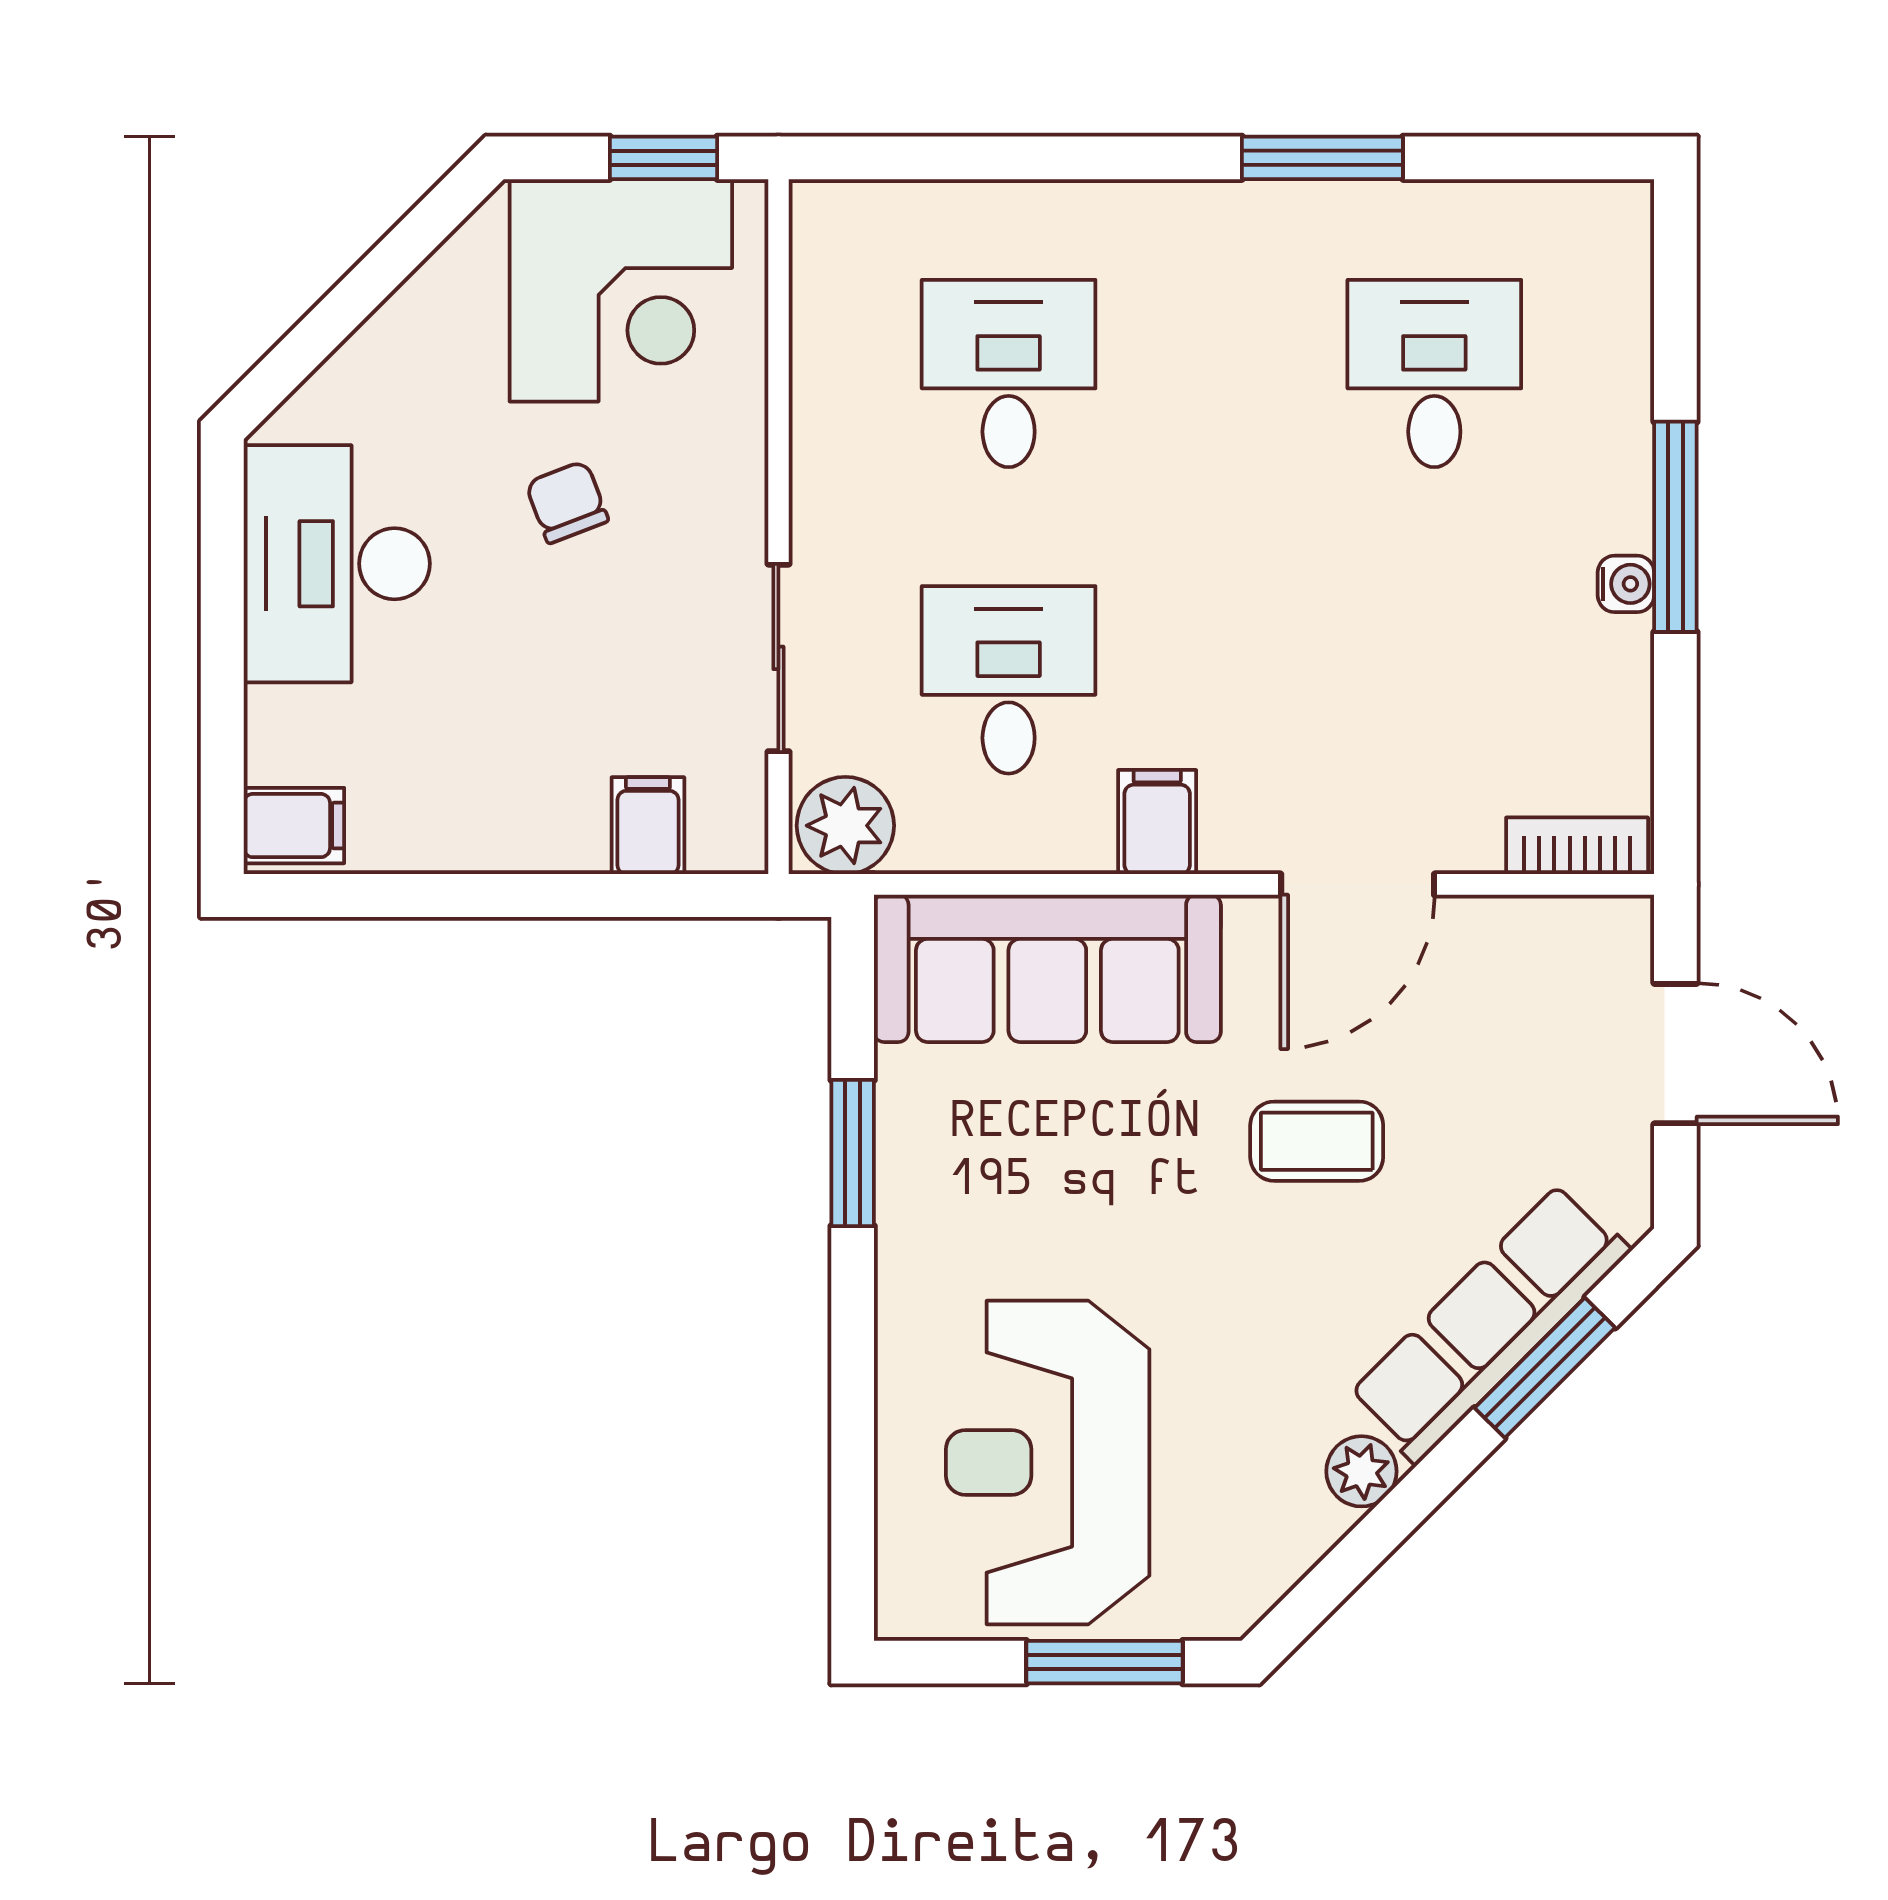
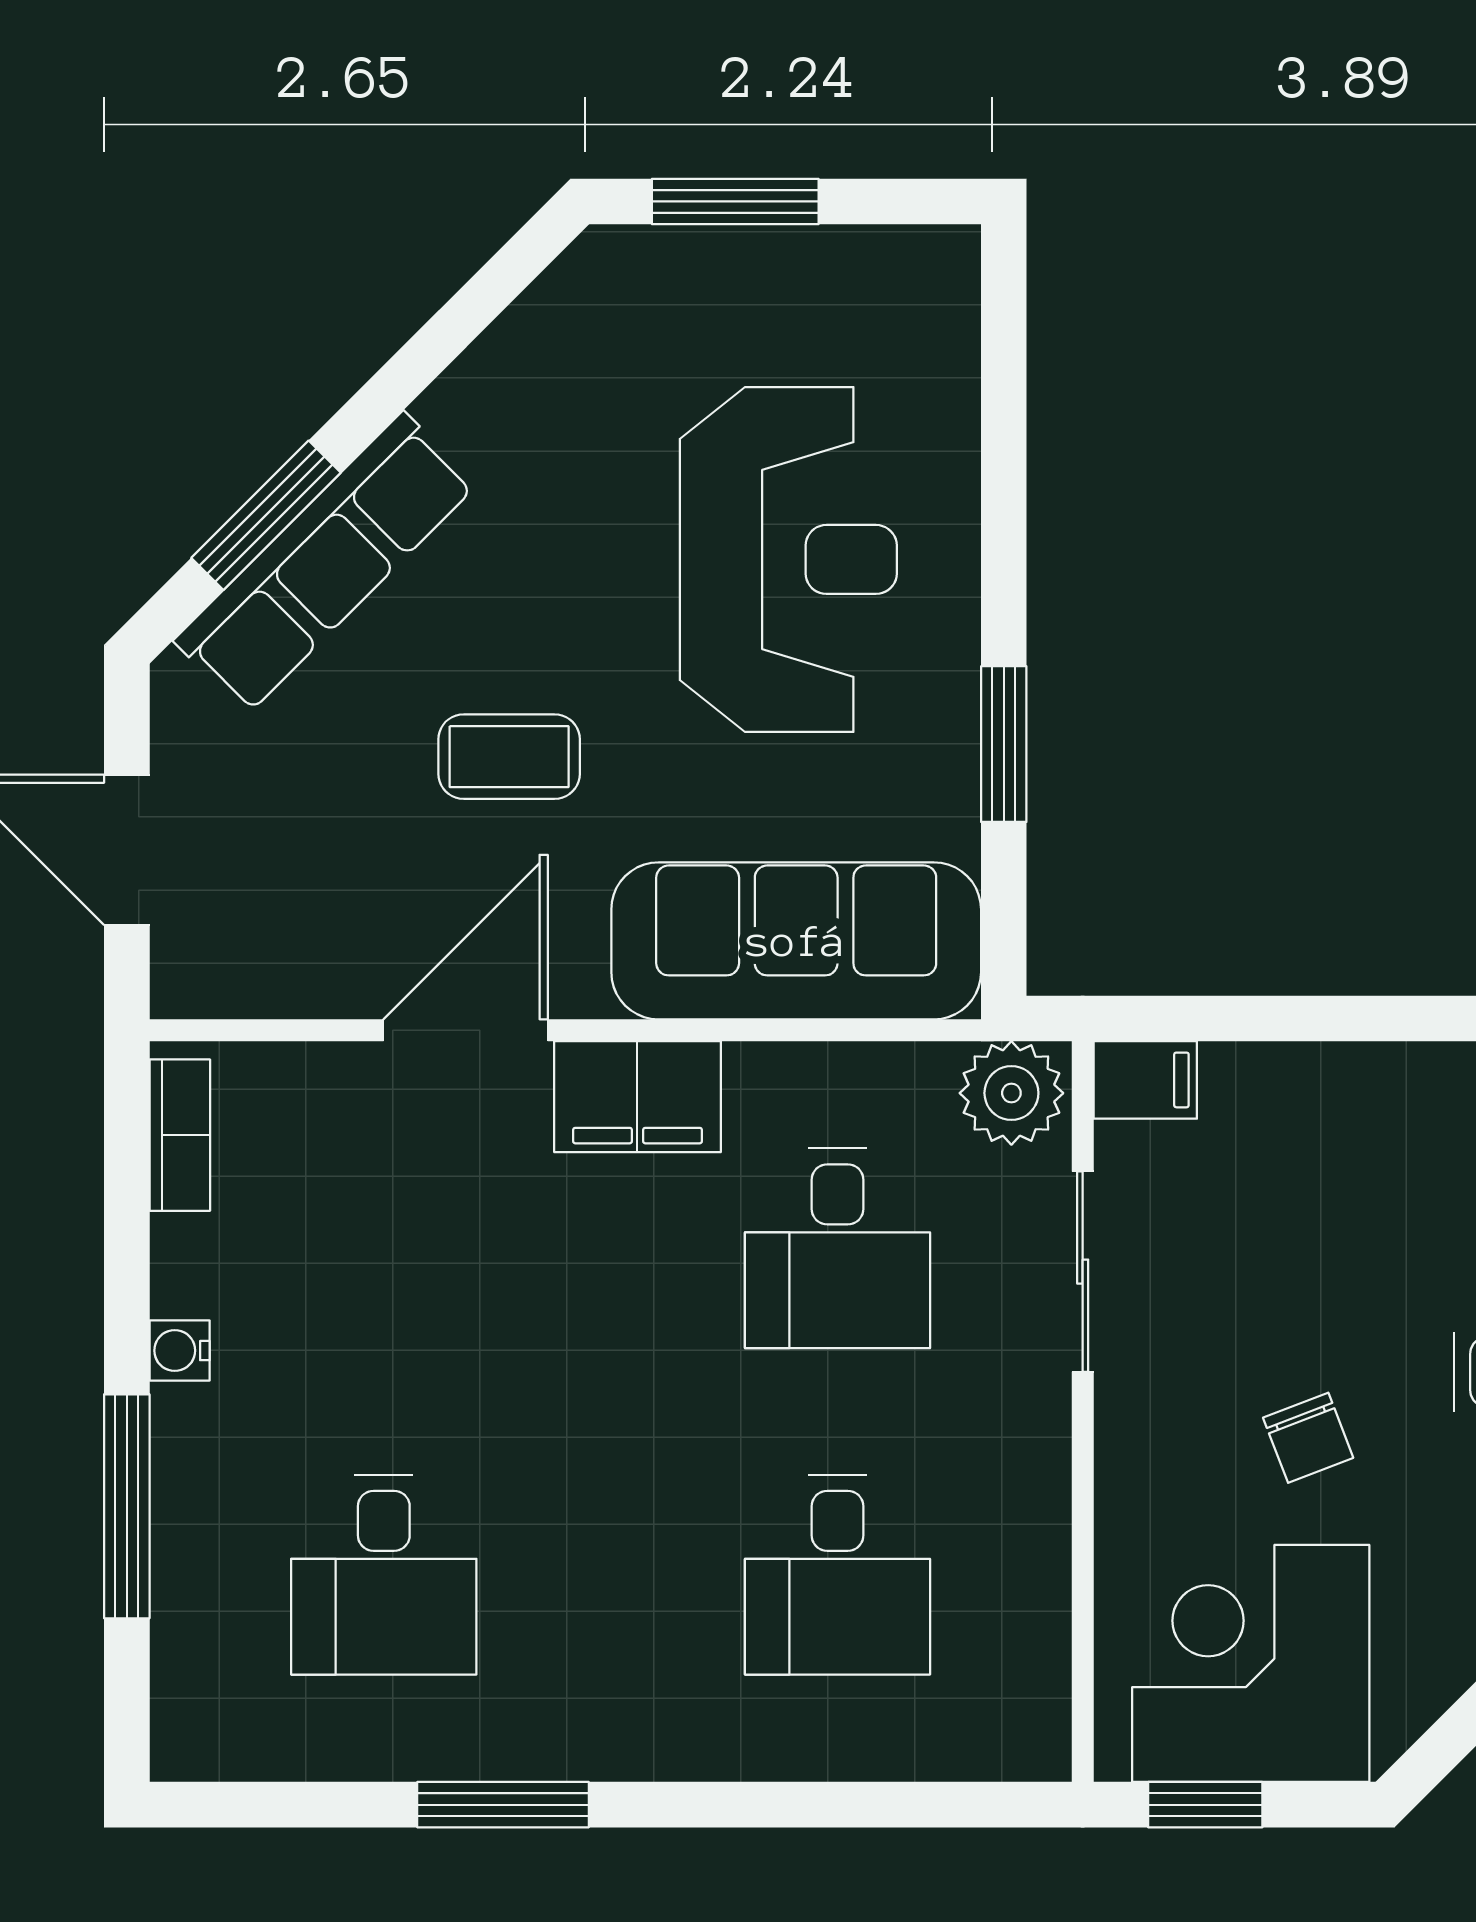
window: (1675, 527) -> (127, 1506), moved
filing cabinet: (1157, 822) -> (637, 1097), width x2.00
filing cabinet: (648, 826) -> (1145, 1080), moved, turned -90
bookcase: (1577, 846) -> (180, 1135), moved, turned -90
reception desk: (1048, 1462) -> (788, 559), moved
plant: (1361, 1471) -> (461, 405), removed

